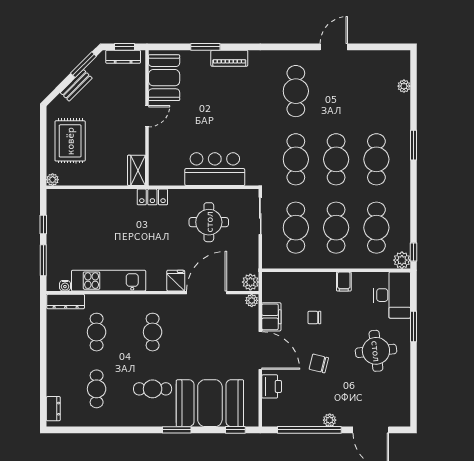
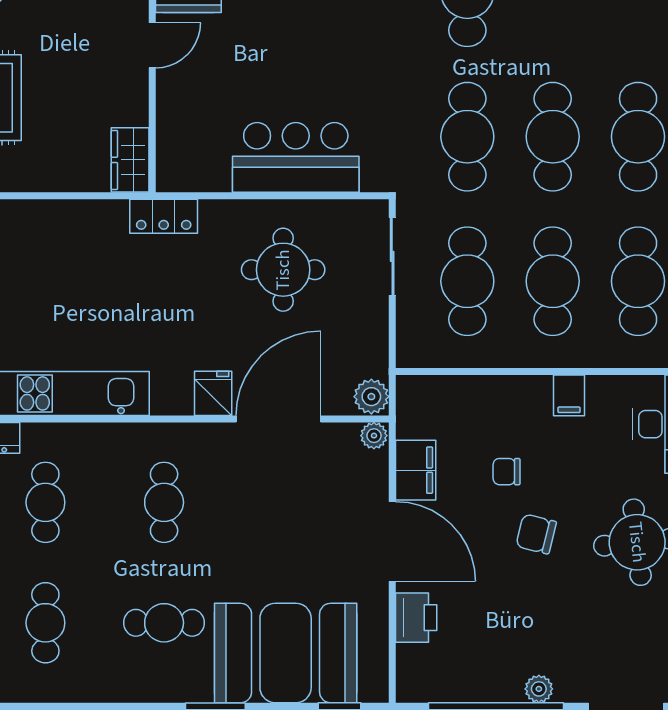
chair: (319, 363) -> (536, 534), moved

